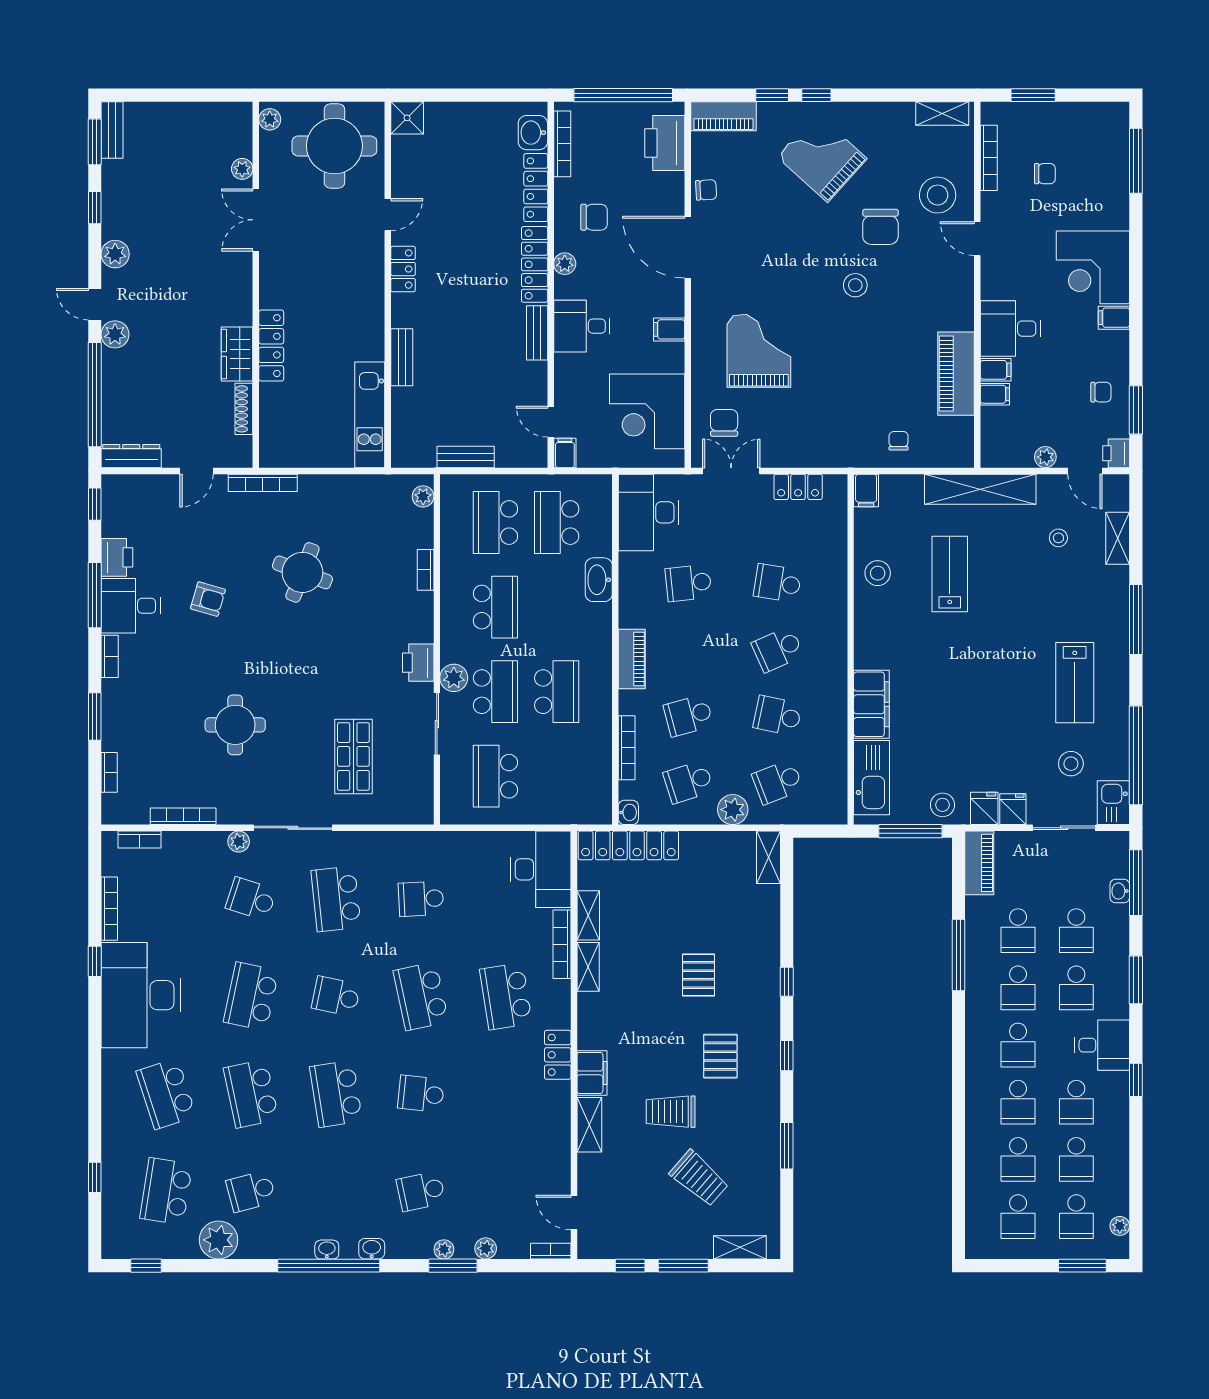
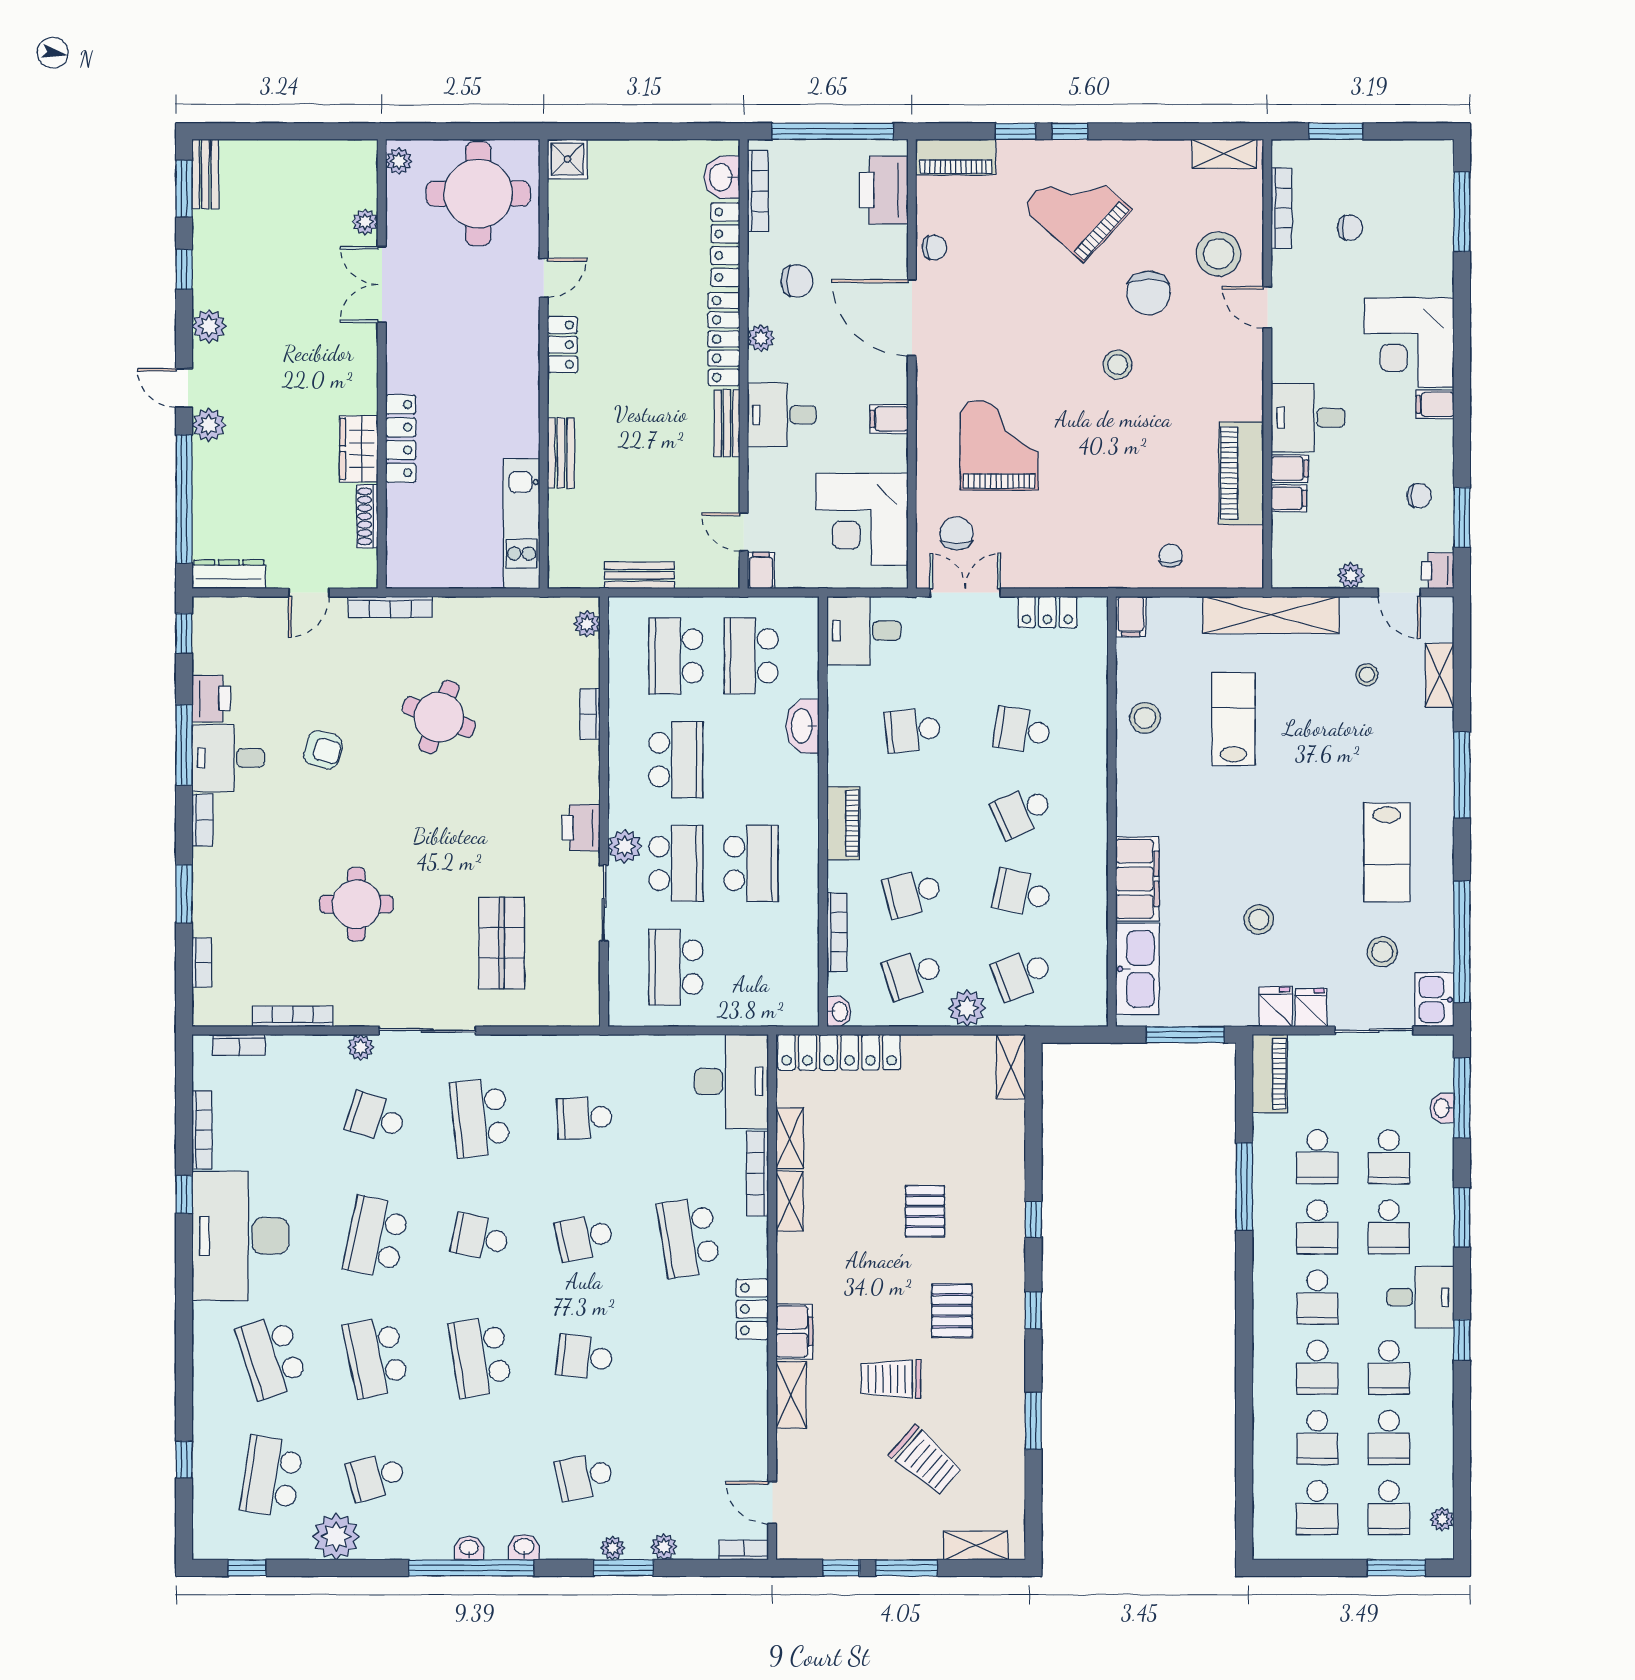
desk: (649, 512) -> (864, 631), width x0.73
stool: (942, 805) -> (1259, 919), moved
school desk: (421, 996) -> (584, 1237), width x0.54

